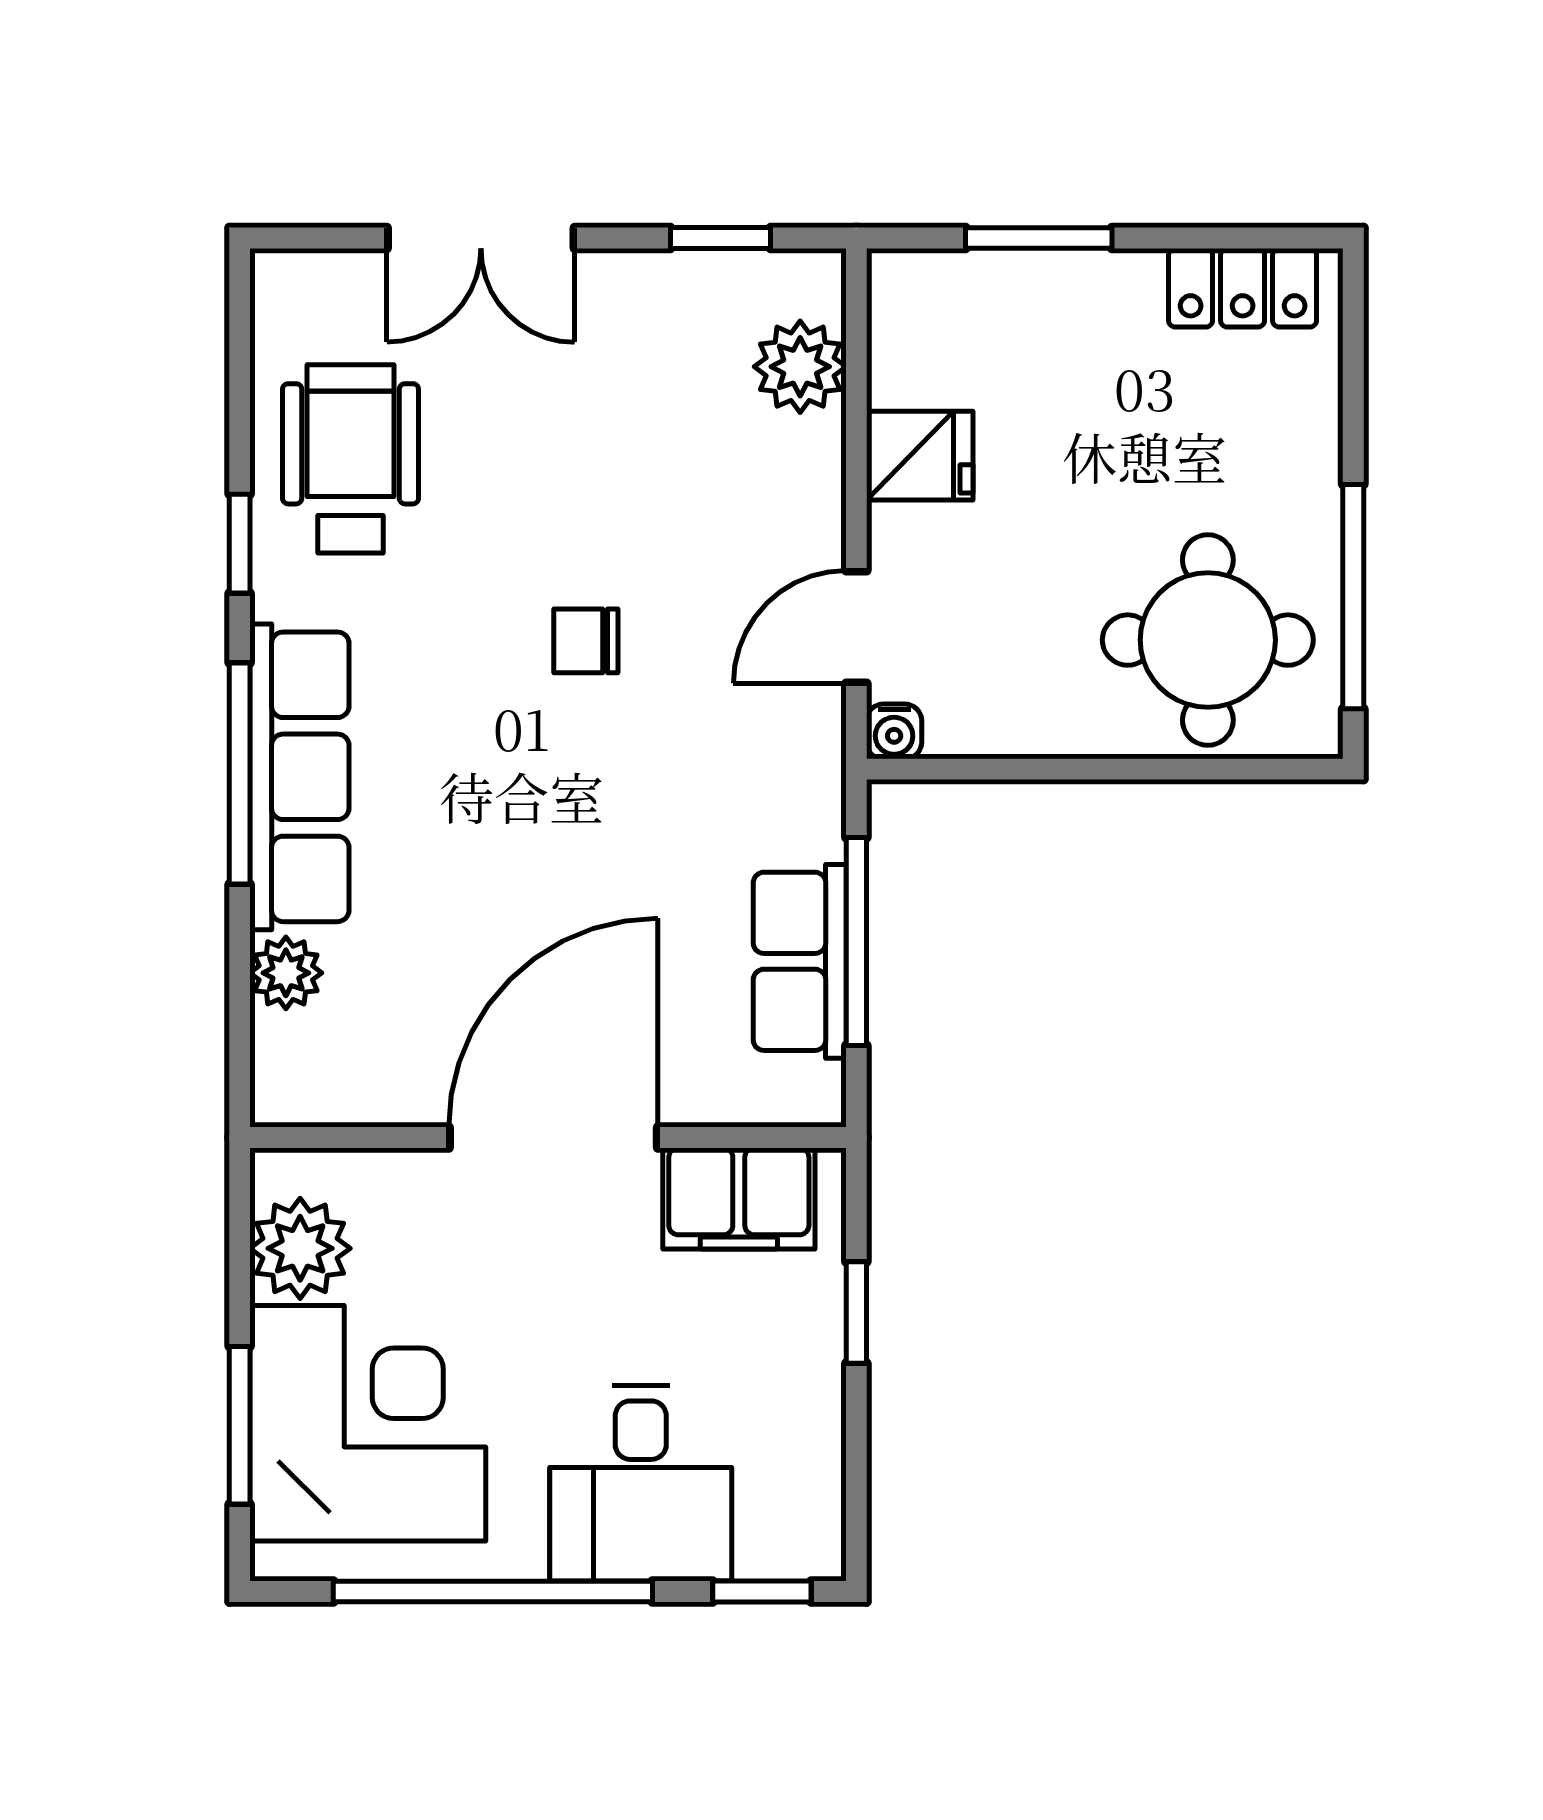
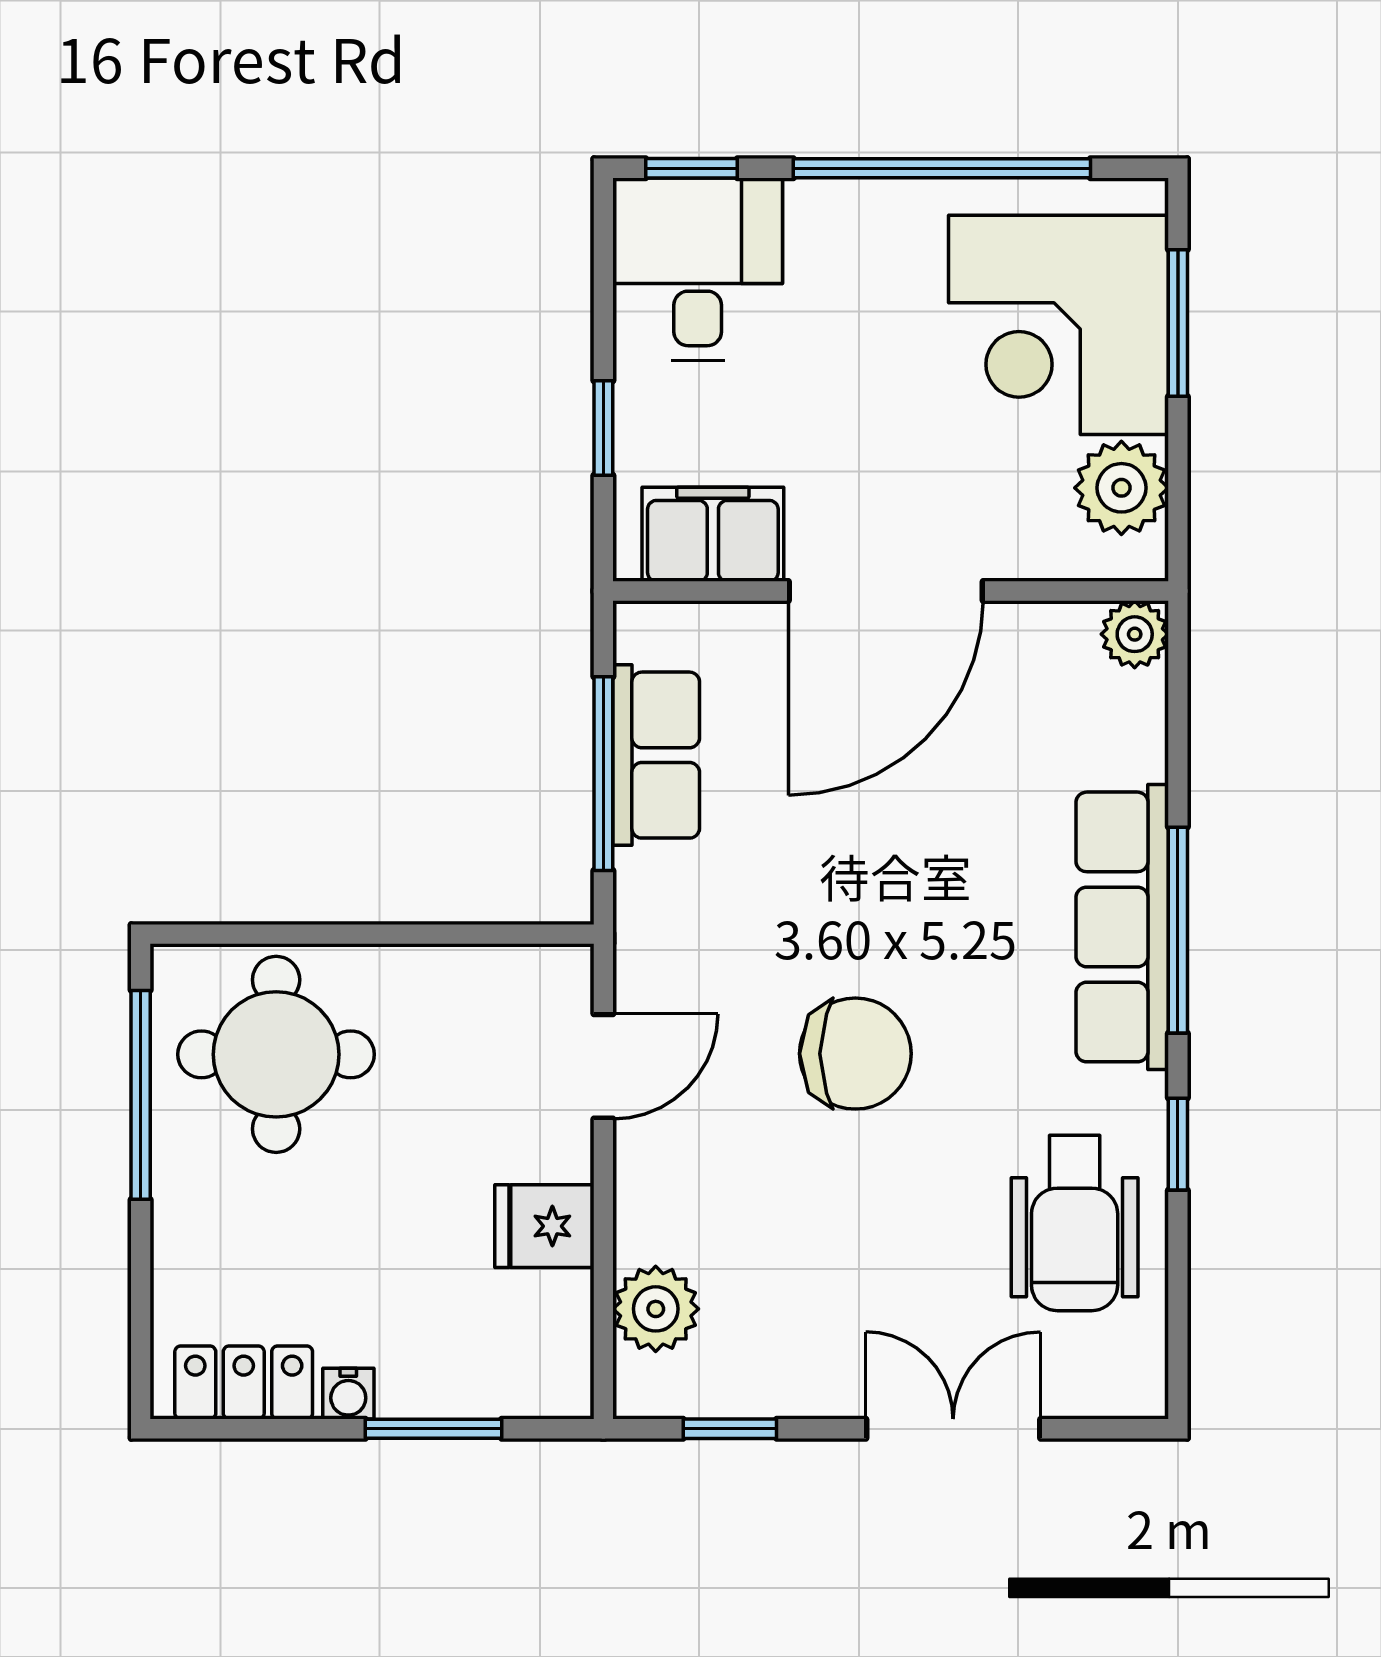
chair: (586, 641) -> (855, 1054), width x1.87, depth x1.87
water cooler: (894, 731) -> (348, 1394), moved, turned 180
plant: (286, 973) -> (1135, 634), moved
desk: (641, 1483) -> (698, 269), moved

